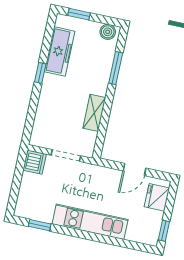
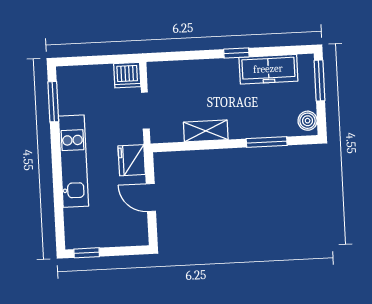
window: (79, 14) -> (319, 81), width x1.50
fridge: (157, 197) -> (132, 160), moved, turned -90
window: (40, 225) -> (53, 102), width x1.50

